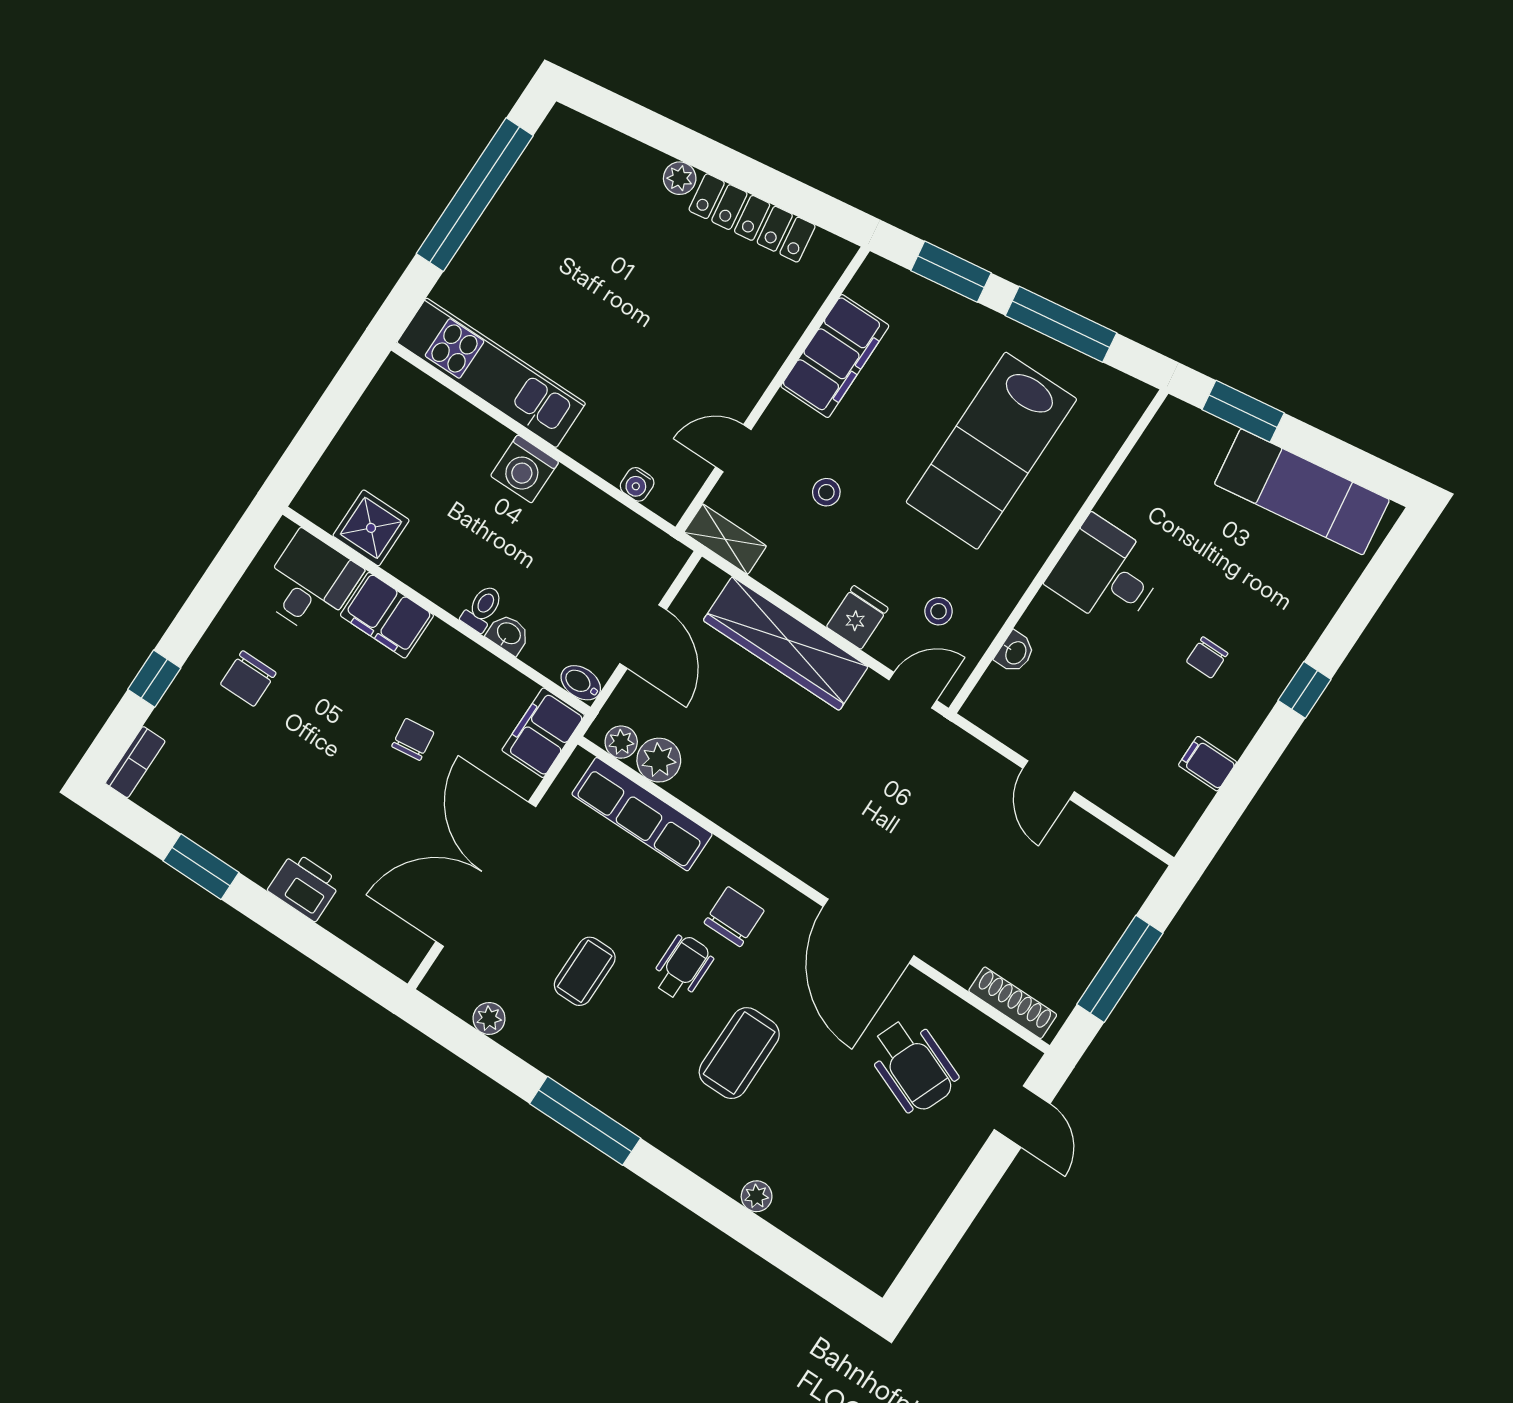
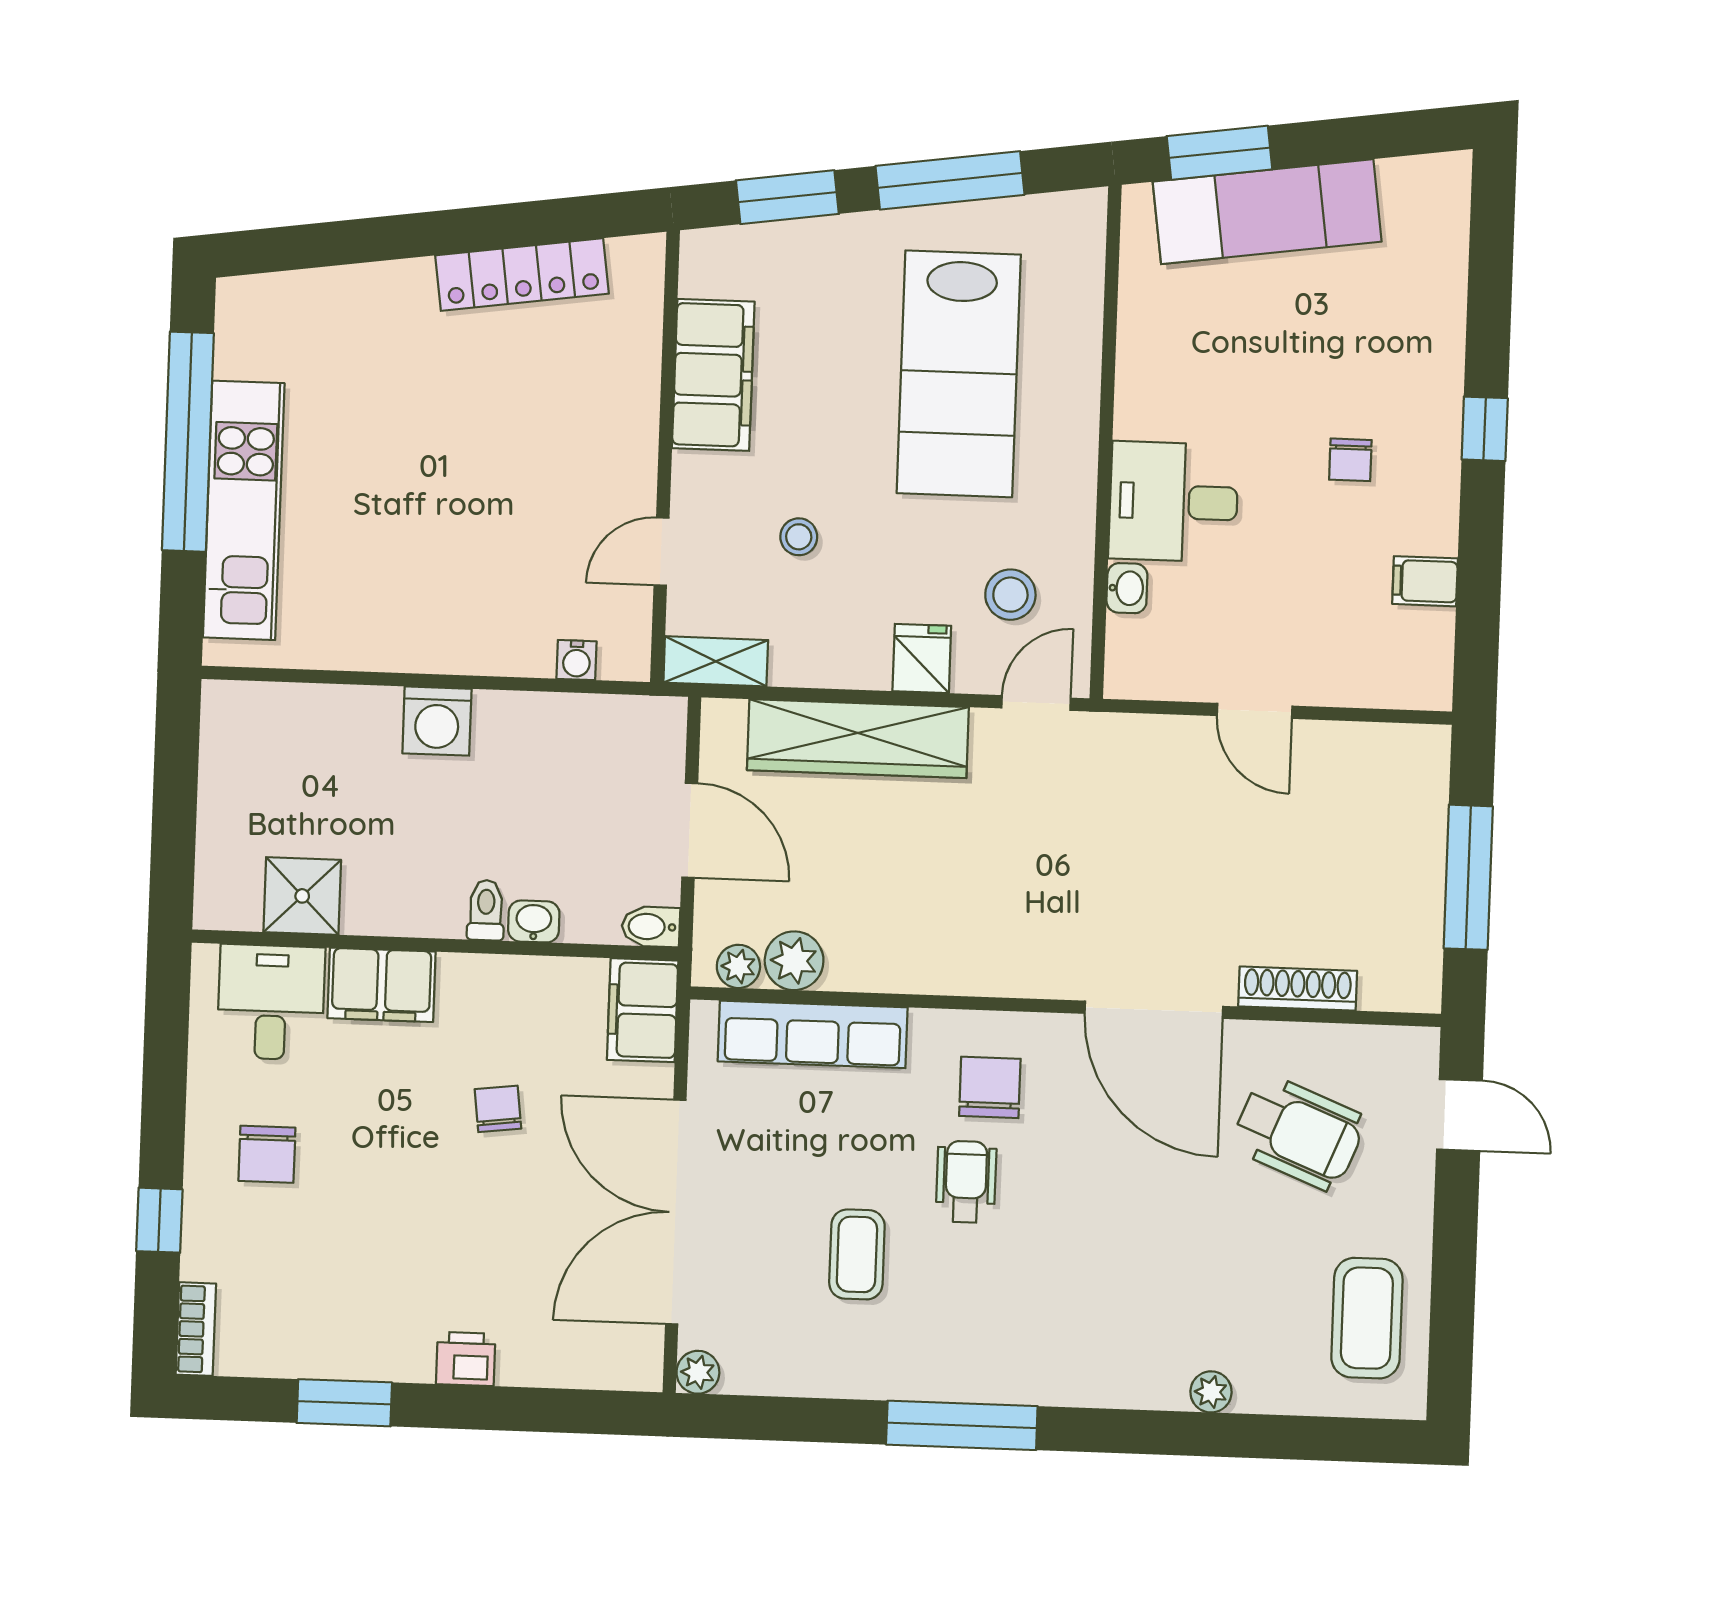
plant: (680, 178) -> (411, 280), removed
kitchen unit: (491, 373) -> (244, 510), moved, turned 90
exam couch: (1302, 492) -> (1267, 212), moved
desk: (1106, 573) -> (1174, 502), moved
stool: (939, 611) -> (1010, 595), width x1.37, depth x1.37
printer: (304, 886) -> (466, 1359), width x0.73, depth x0.81
shoe rack: (1013, 1003) -> (1298, 989), moved
plant: (489, 1018) -> (698, 1372), moved
coffee table: (739, 1053) -> (1367, 1318), moved

